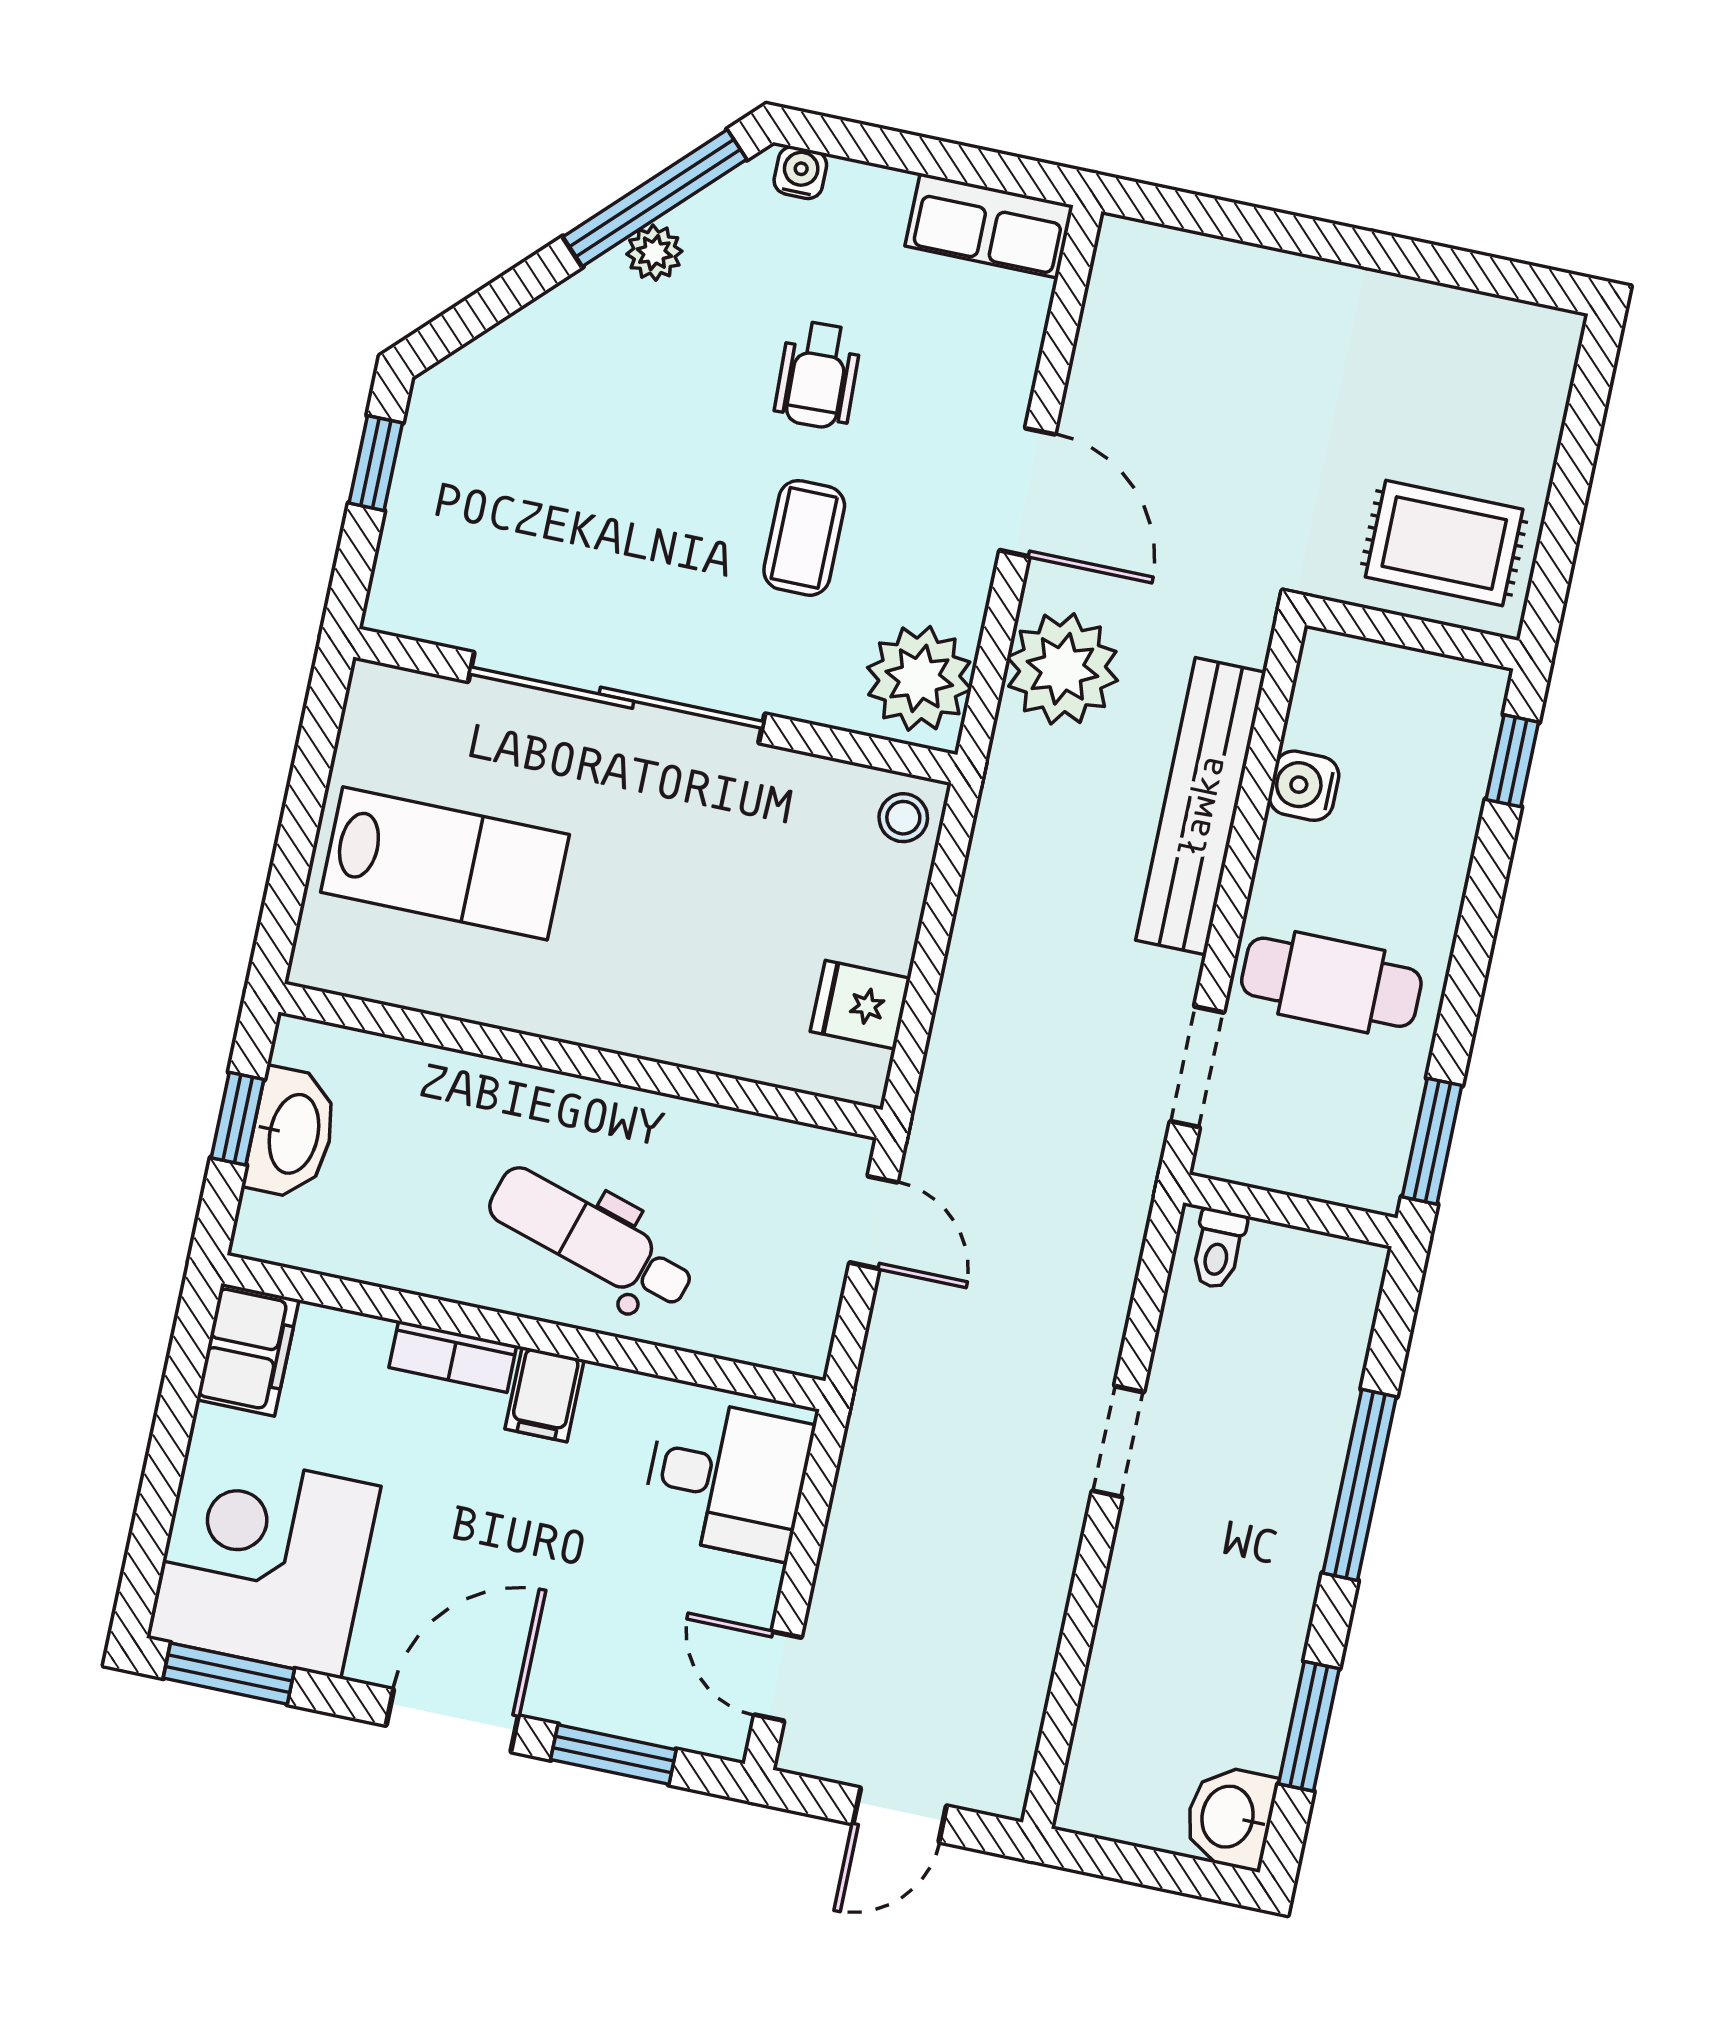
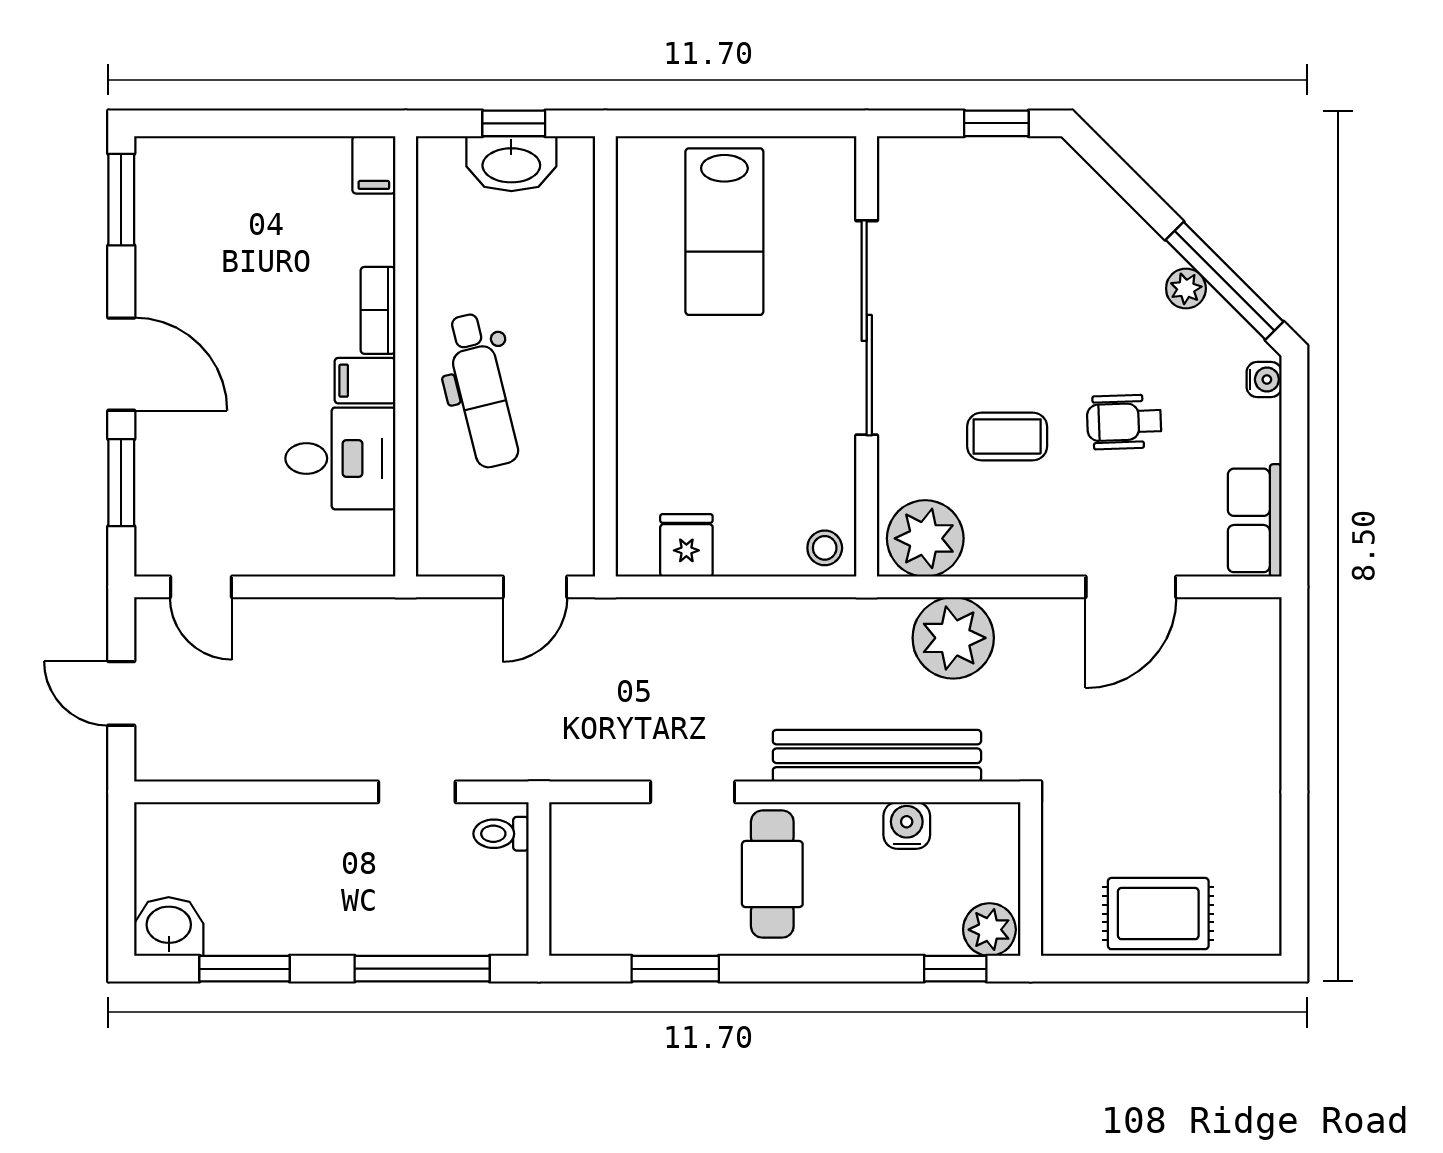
door: (1027, 492) -> (1131, 587), moved
rug: (1444, 543) -> (1158, 914), moved, turned 90
plant: (1469, 703) -> (989, 930), added
wall: (1290, 1210) -> (539, 879), moved
dental chair: (591, 1239) -> (482, 390), turned 149
toilet: (1218, 1249) -> (501, 834), moved
filing cabinet: (248, 1350) -> (374, 165), width x0.50
desk: (727, 1478) -> (340, 458), moved, turned -90
corner desk: (265, 1562) -> (205, 208), removed
door: (778, 1676) -> (201, 587), swing flipped

